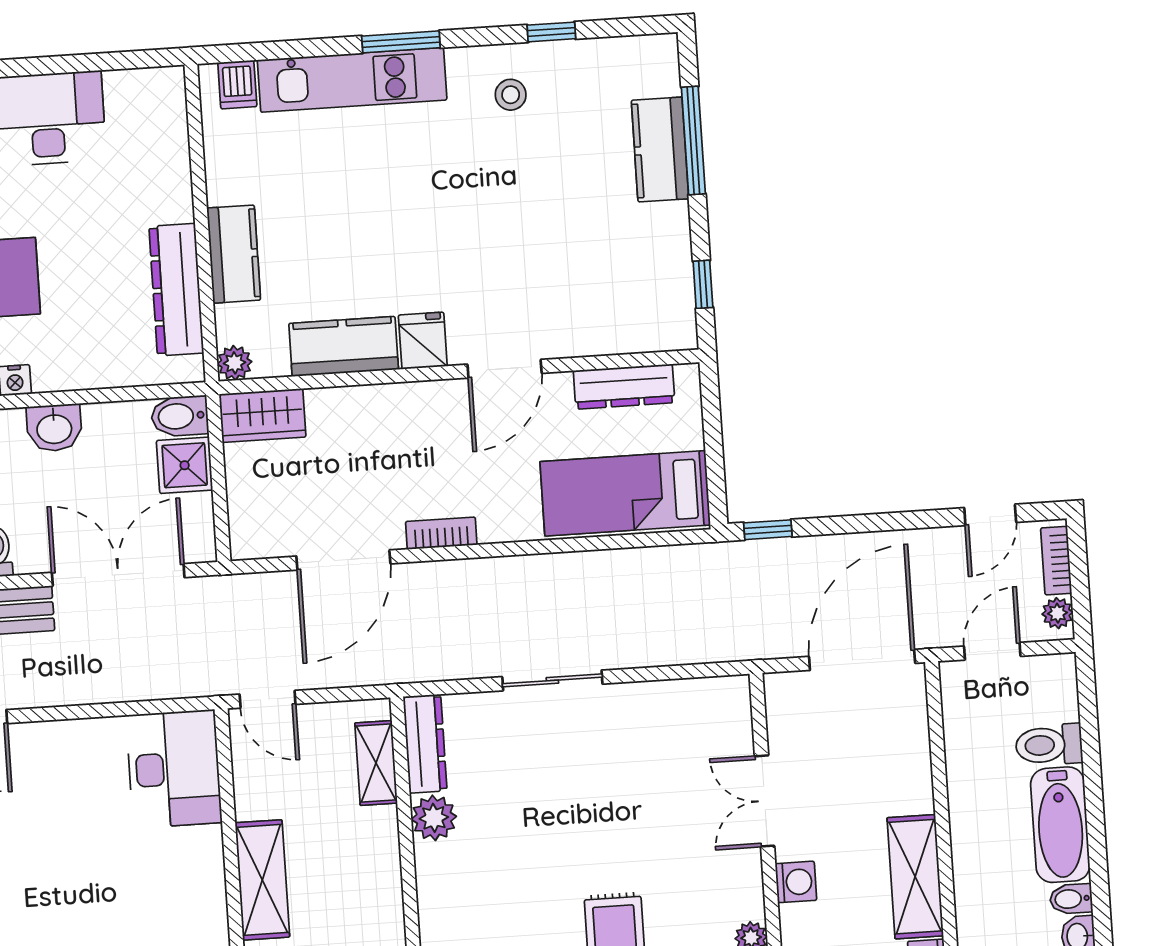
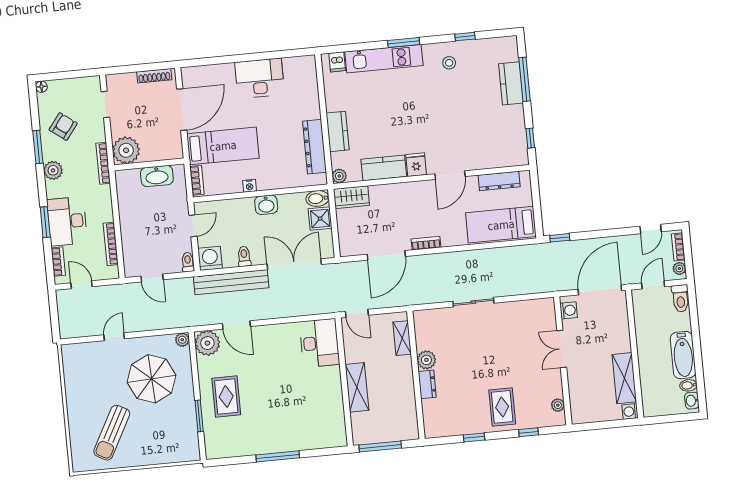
dresser: (425, 744) -> (427, 384), moved, width x0.70
toilet: (1049, 745) -> (680, 298), moved, turned -90
washing machine: (796, 882) -> (569, 310), moved

